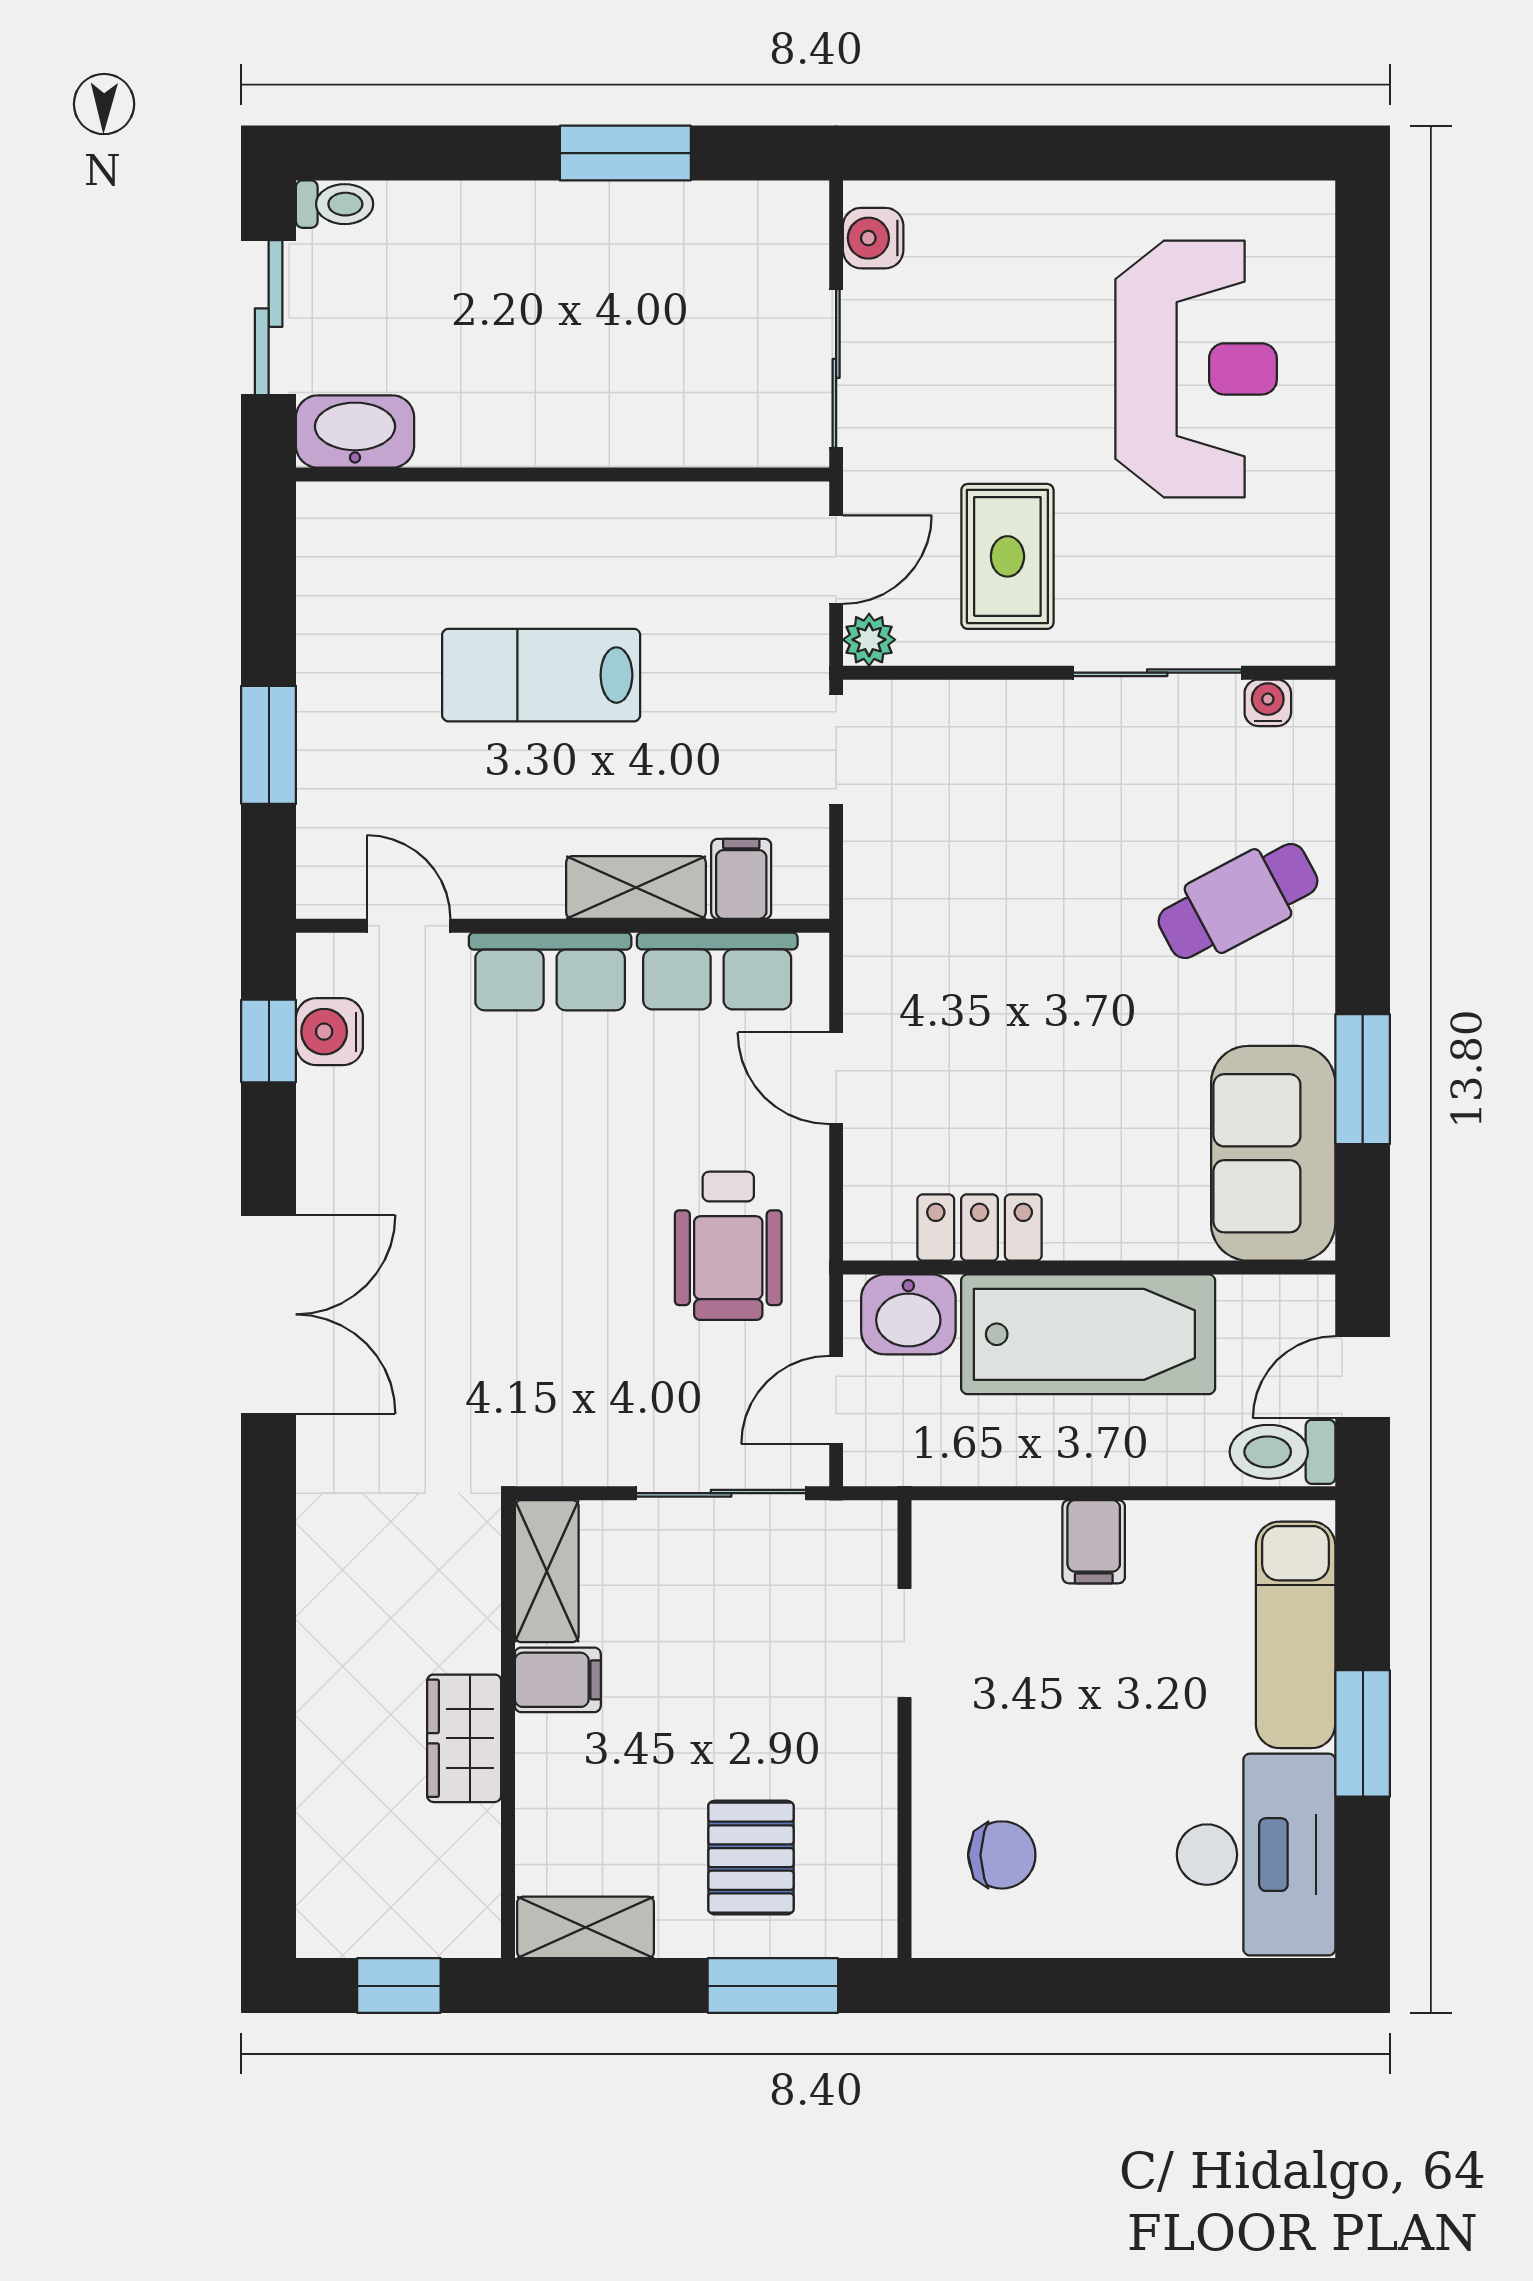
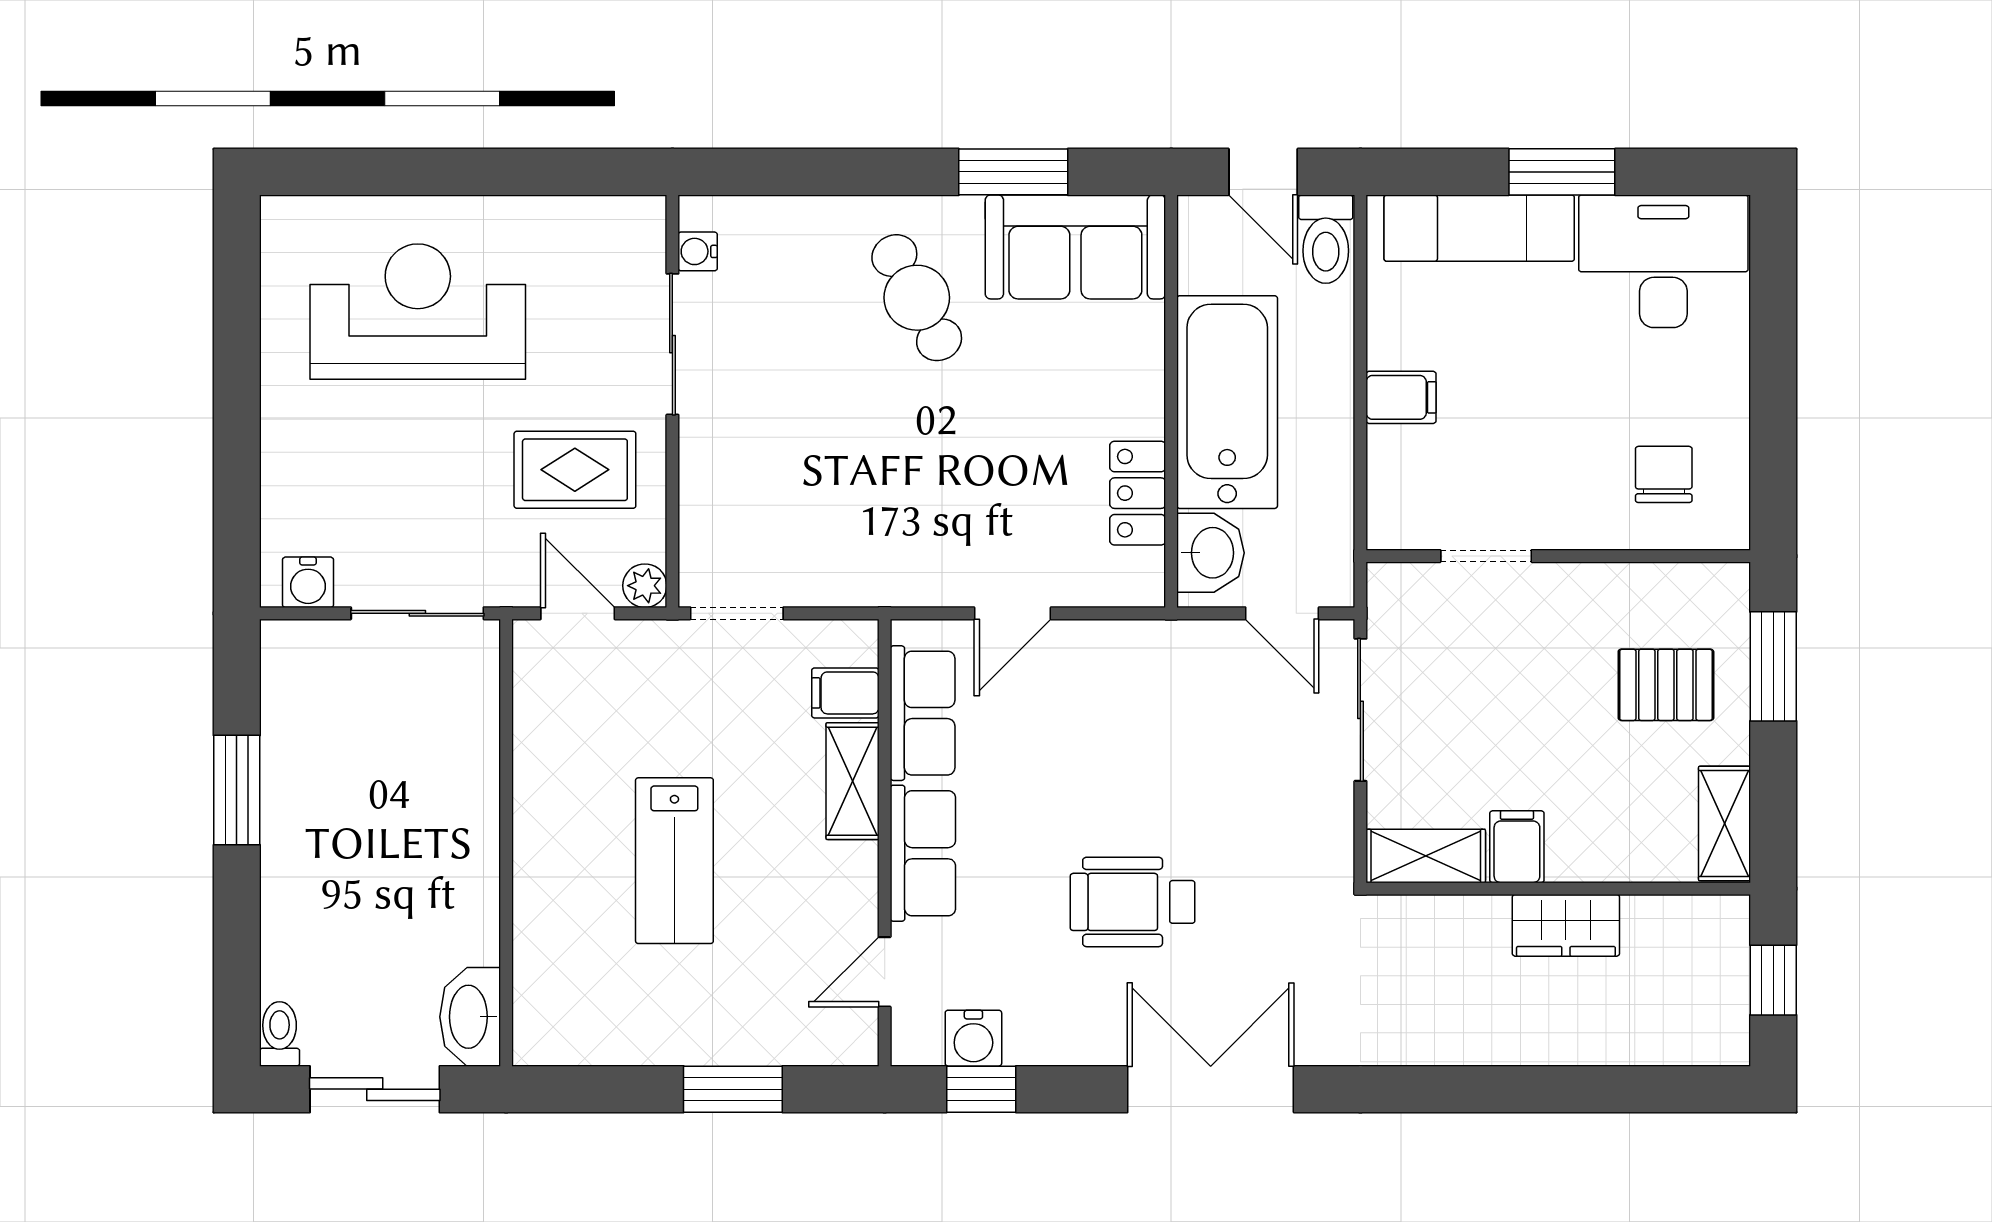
cafe table: (1238, 901) -> (917, 298), moved
wheelchair: (728, 1246) -> (1133, 902), moved, turned 180

